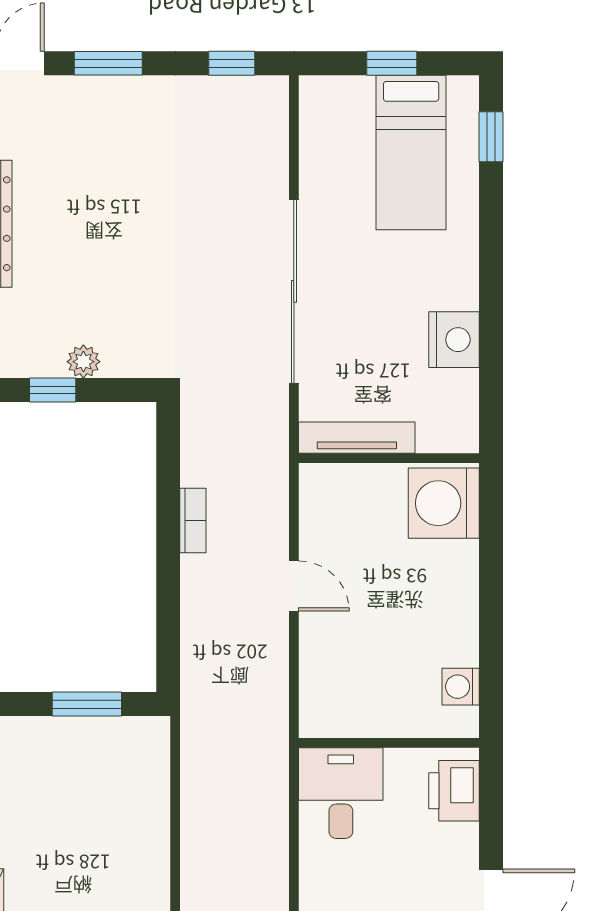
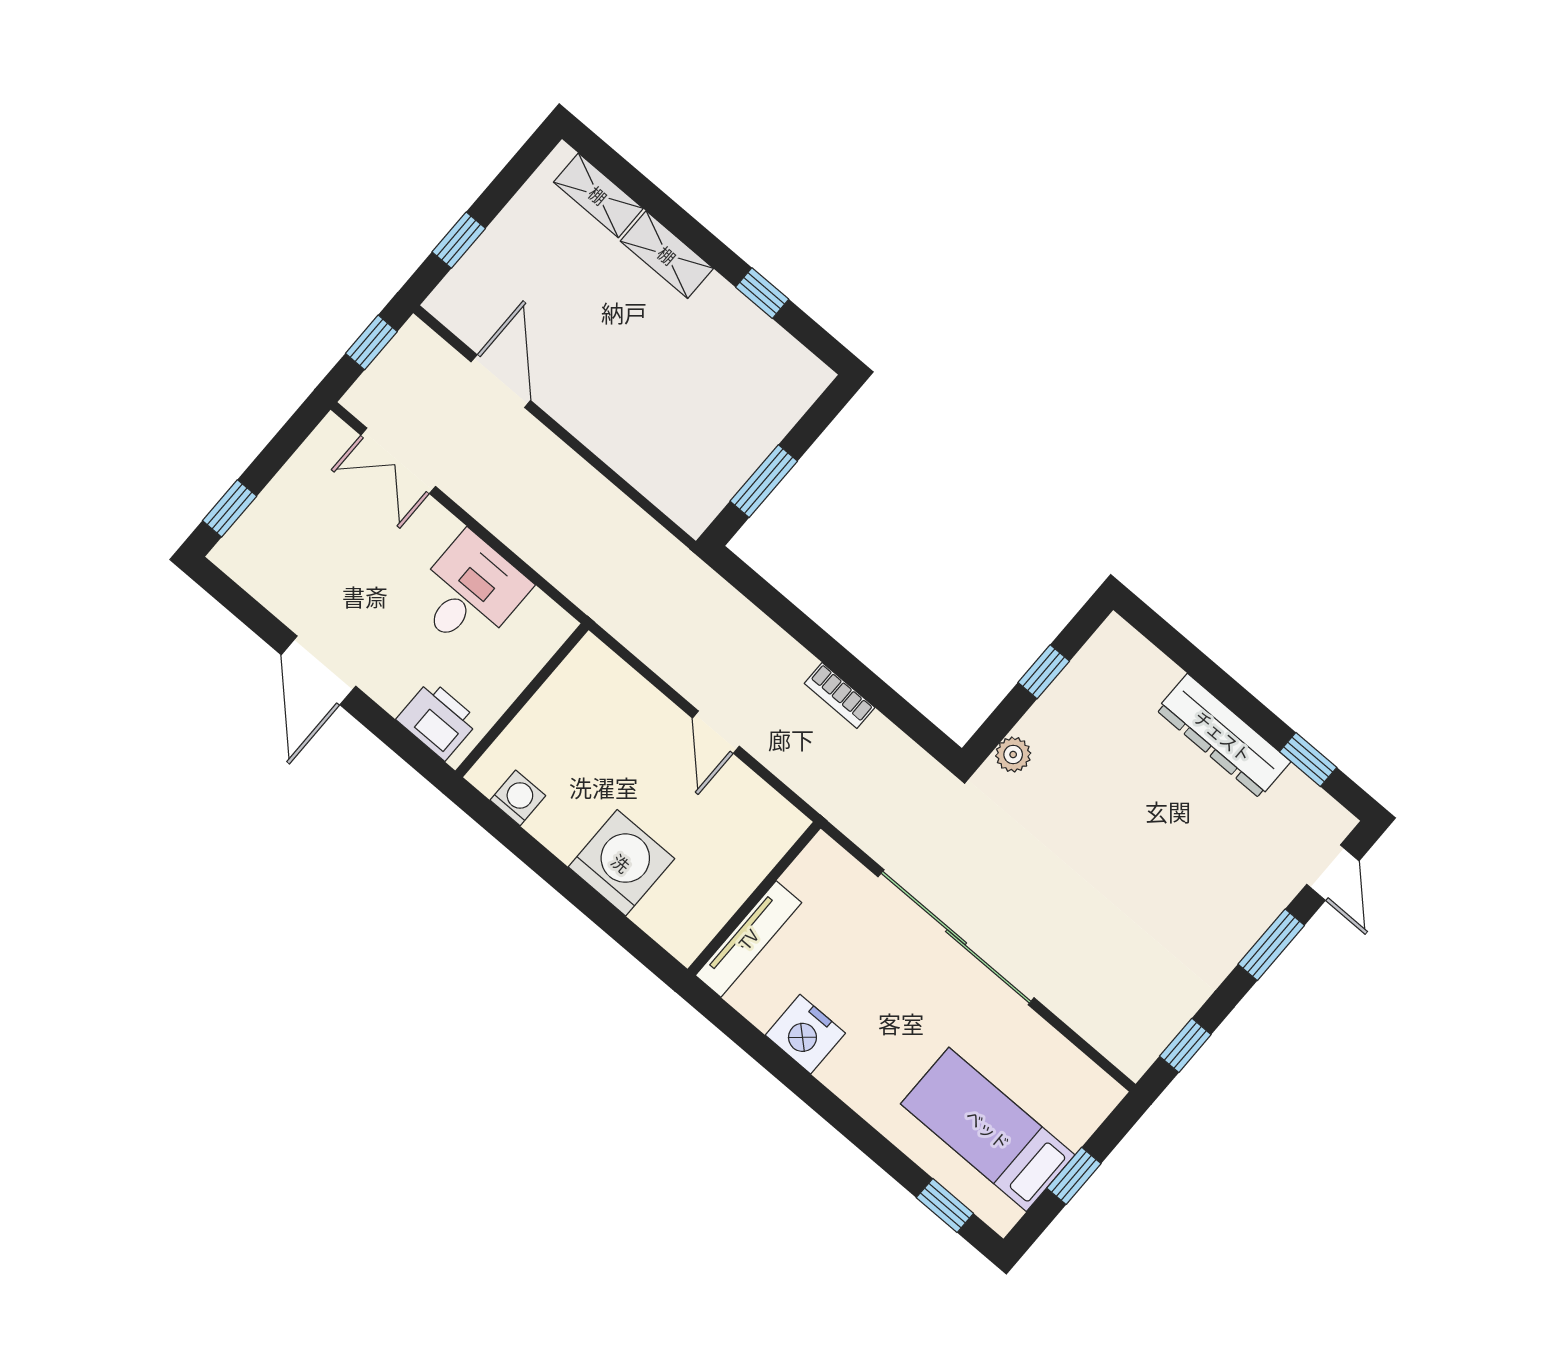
plant: (83, 362) -> (1013, 755), moved
tv unit: (357, 438) -> (748, 939), moved
washing machine: (444, 503) -> (621, 863), moved
door: (294, 586) -> (716, 732), hinge flipped
desk: (341, 793) -> (470, 593), moved, turned -90

